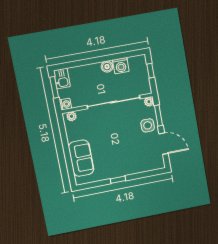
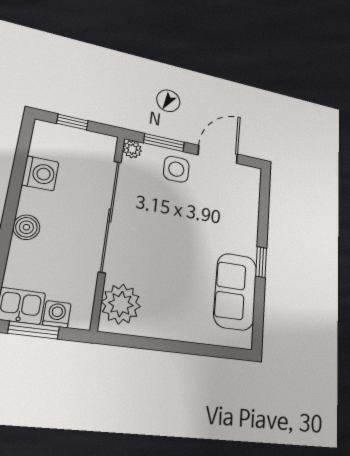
boiler: (107, 67) -> (26, 227), moved
washing machine: (65, 104) -> (57, 314), moved
plant: (72, 116) -> (121, 304), width x1.87, depth x1.87
sofa: (81, 158) -> (235, 291), moved, turned -90

